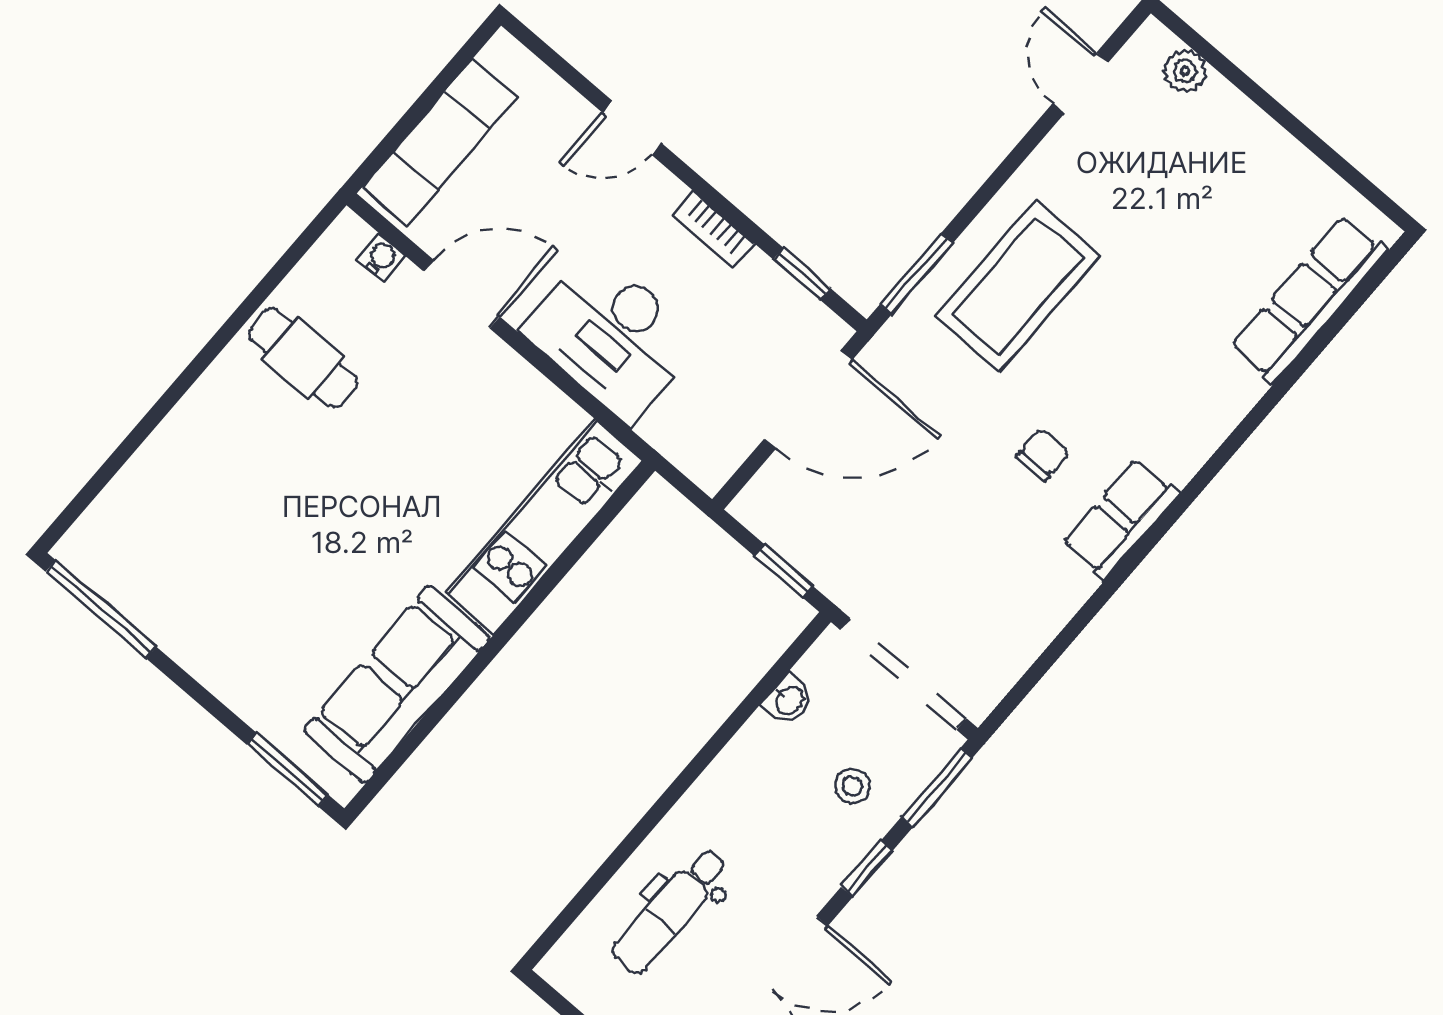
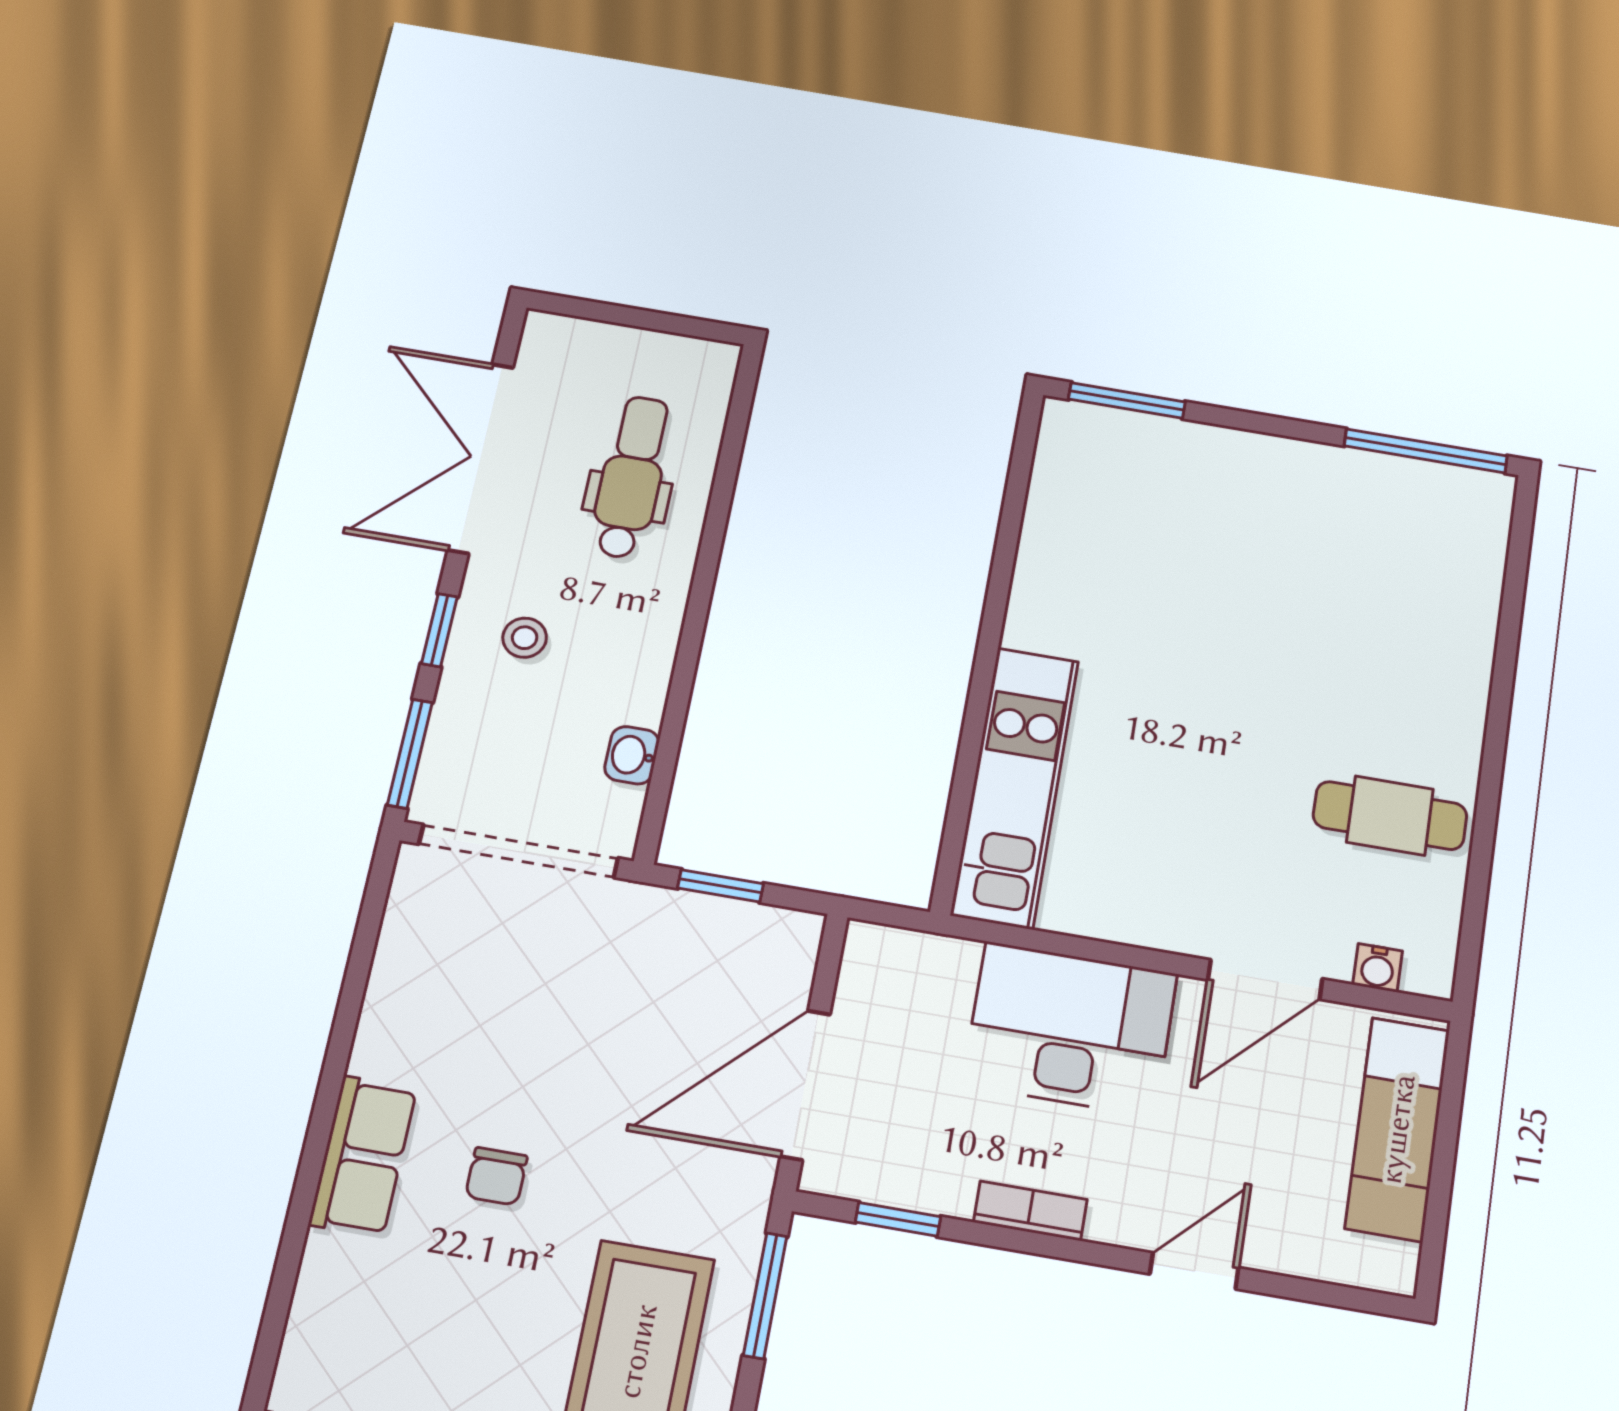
sofa: (397, 684) -> (1069, 543), removed
stool: (852, 786) -> (525, 638), moved

